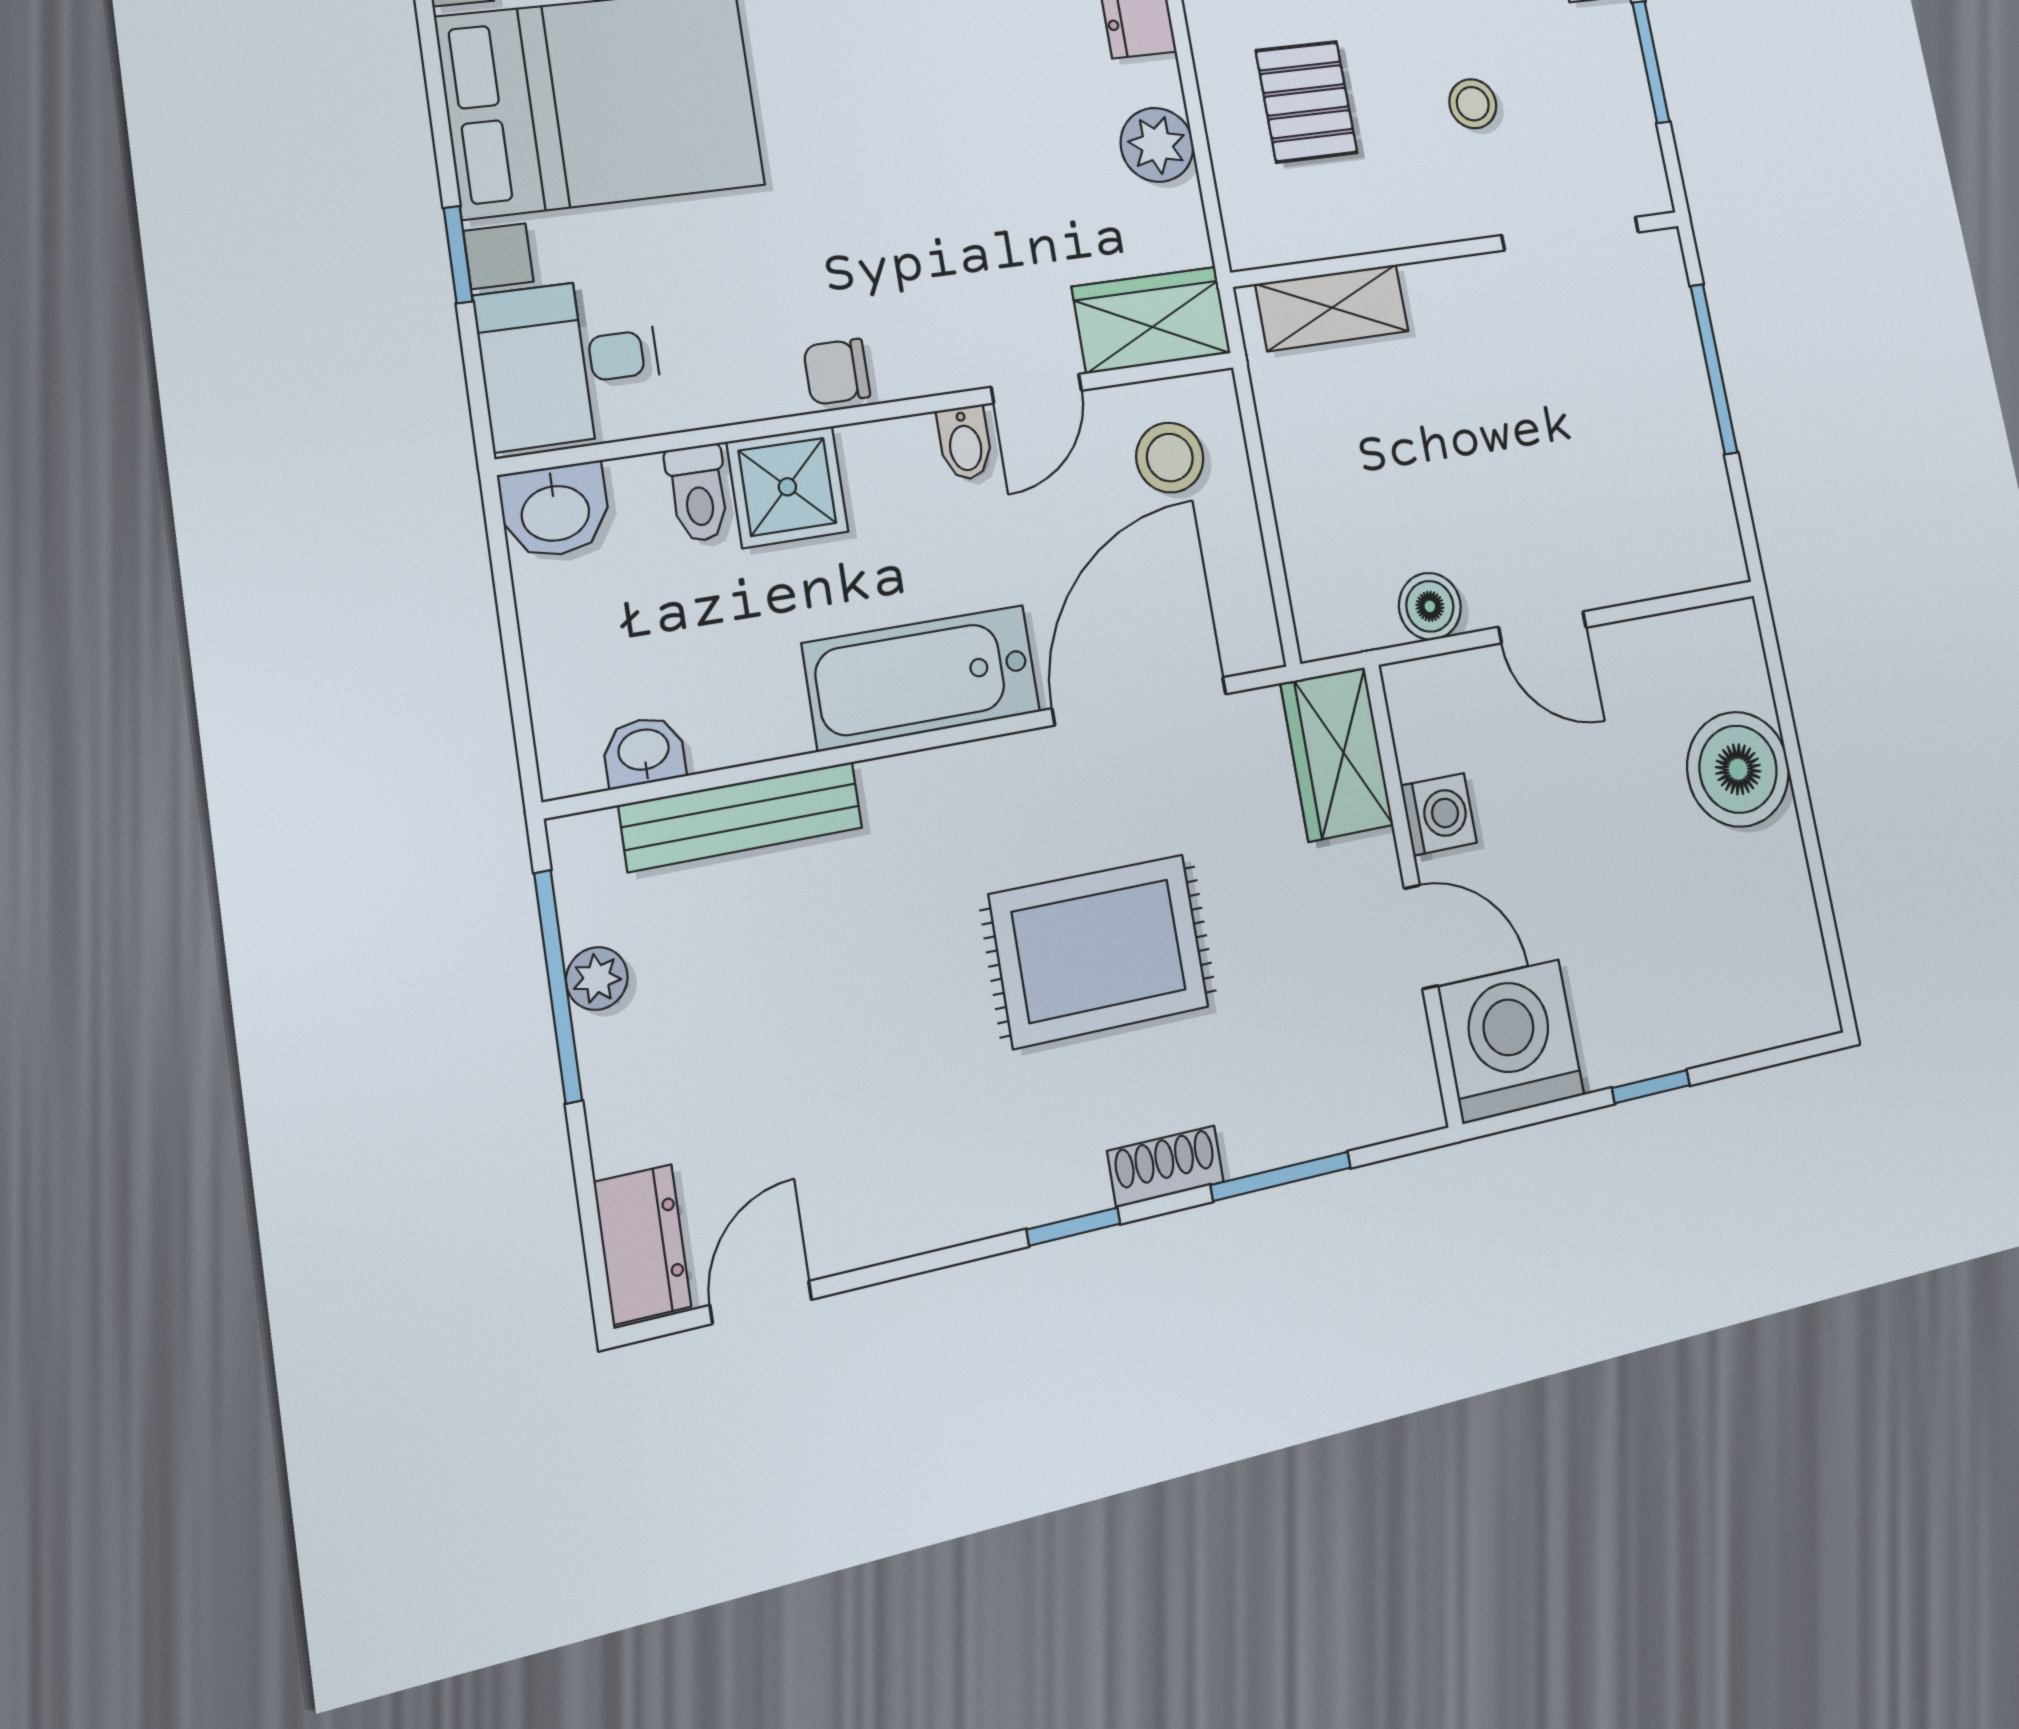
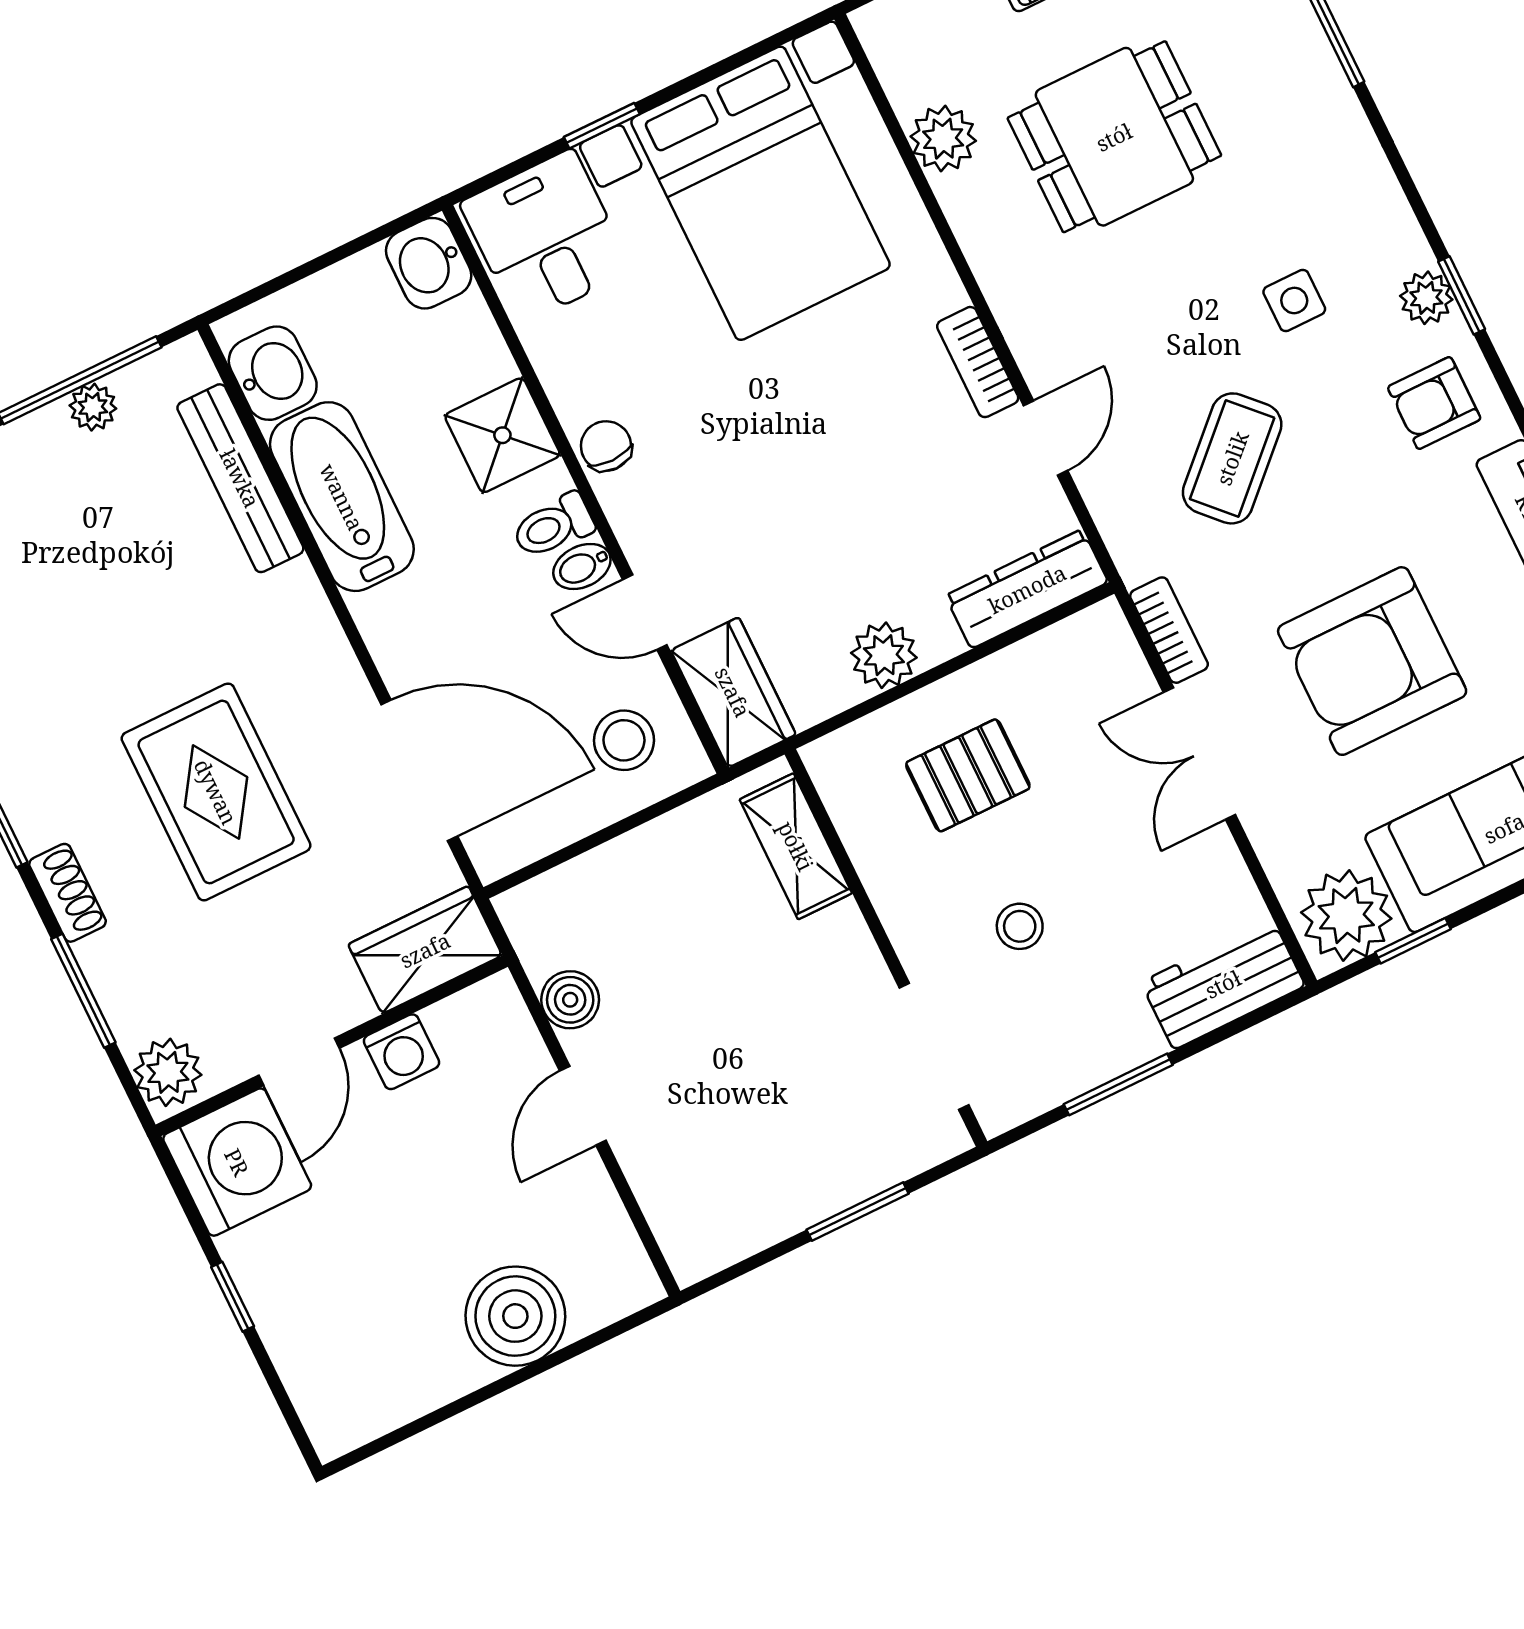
window: (1714, 369) -> (858, 1212), width x0.69
toilet: (698, 493) -> (553, 526), moved
bathtub: (922, 678) -> (342, 497), moved
washbasin: (644, 751) -> (273, 373), width x1.38, depth x1.45
plant: (1396, 1097) -> (168, 1072), added

